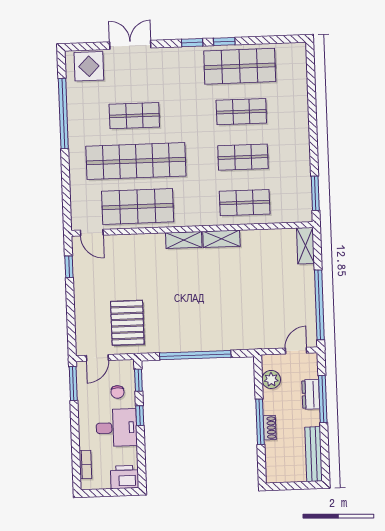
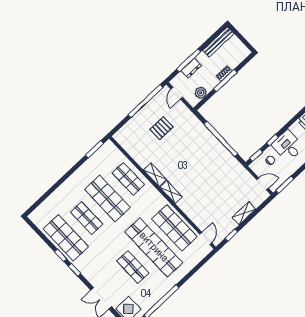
shop shelf: (243, 157) -> (107, 198), width x1.43, depth x1.36
shelving: (305, 246) -> (244, 213), moved
pallet: (127, 323) -> (162, 128), moved, width x0.67, depth x0.71
door: (296, 351) -> (177, 93), hinge flipped

